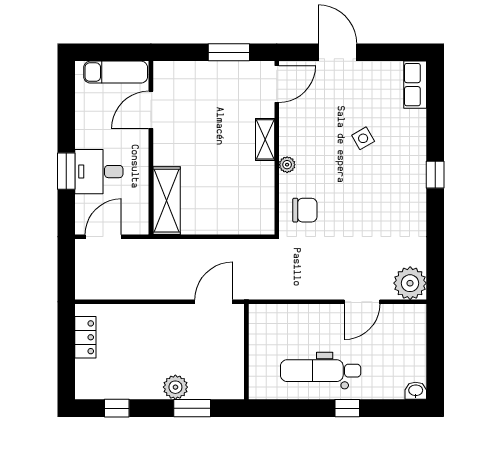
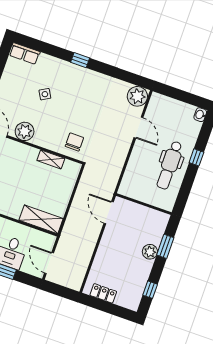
shelving: (265, 139) -> (51, 159), moved
plant: (287, 165) -> (25, 131), moved, width x1.88, depth x1.88

